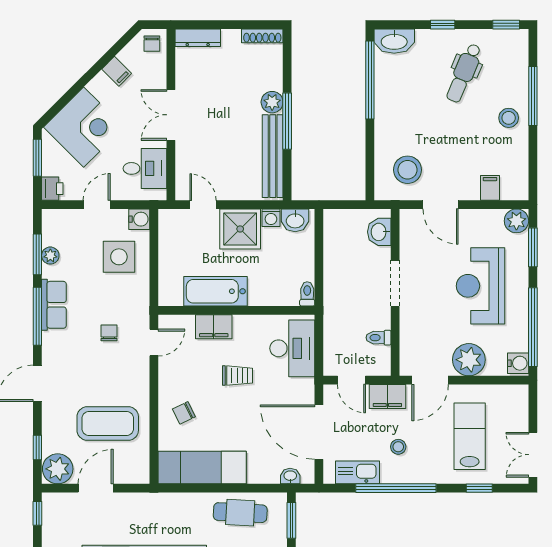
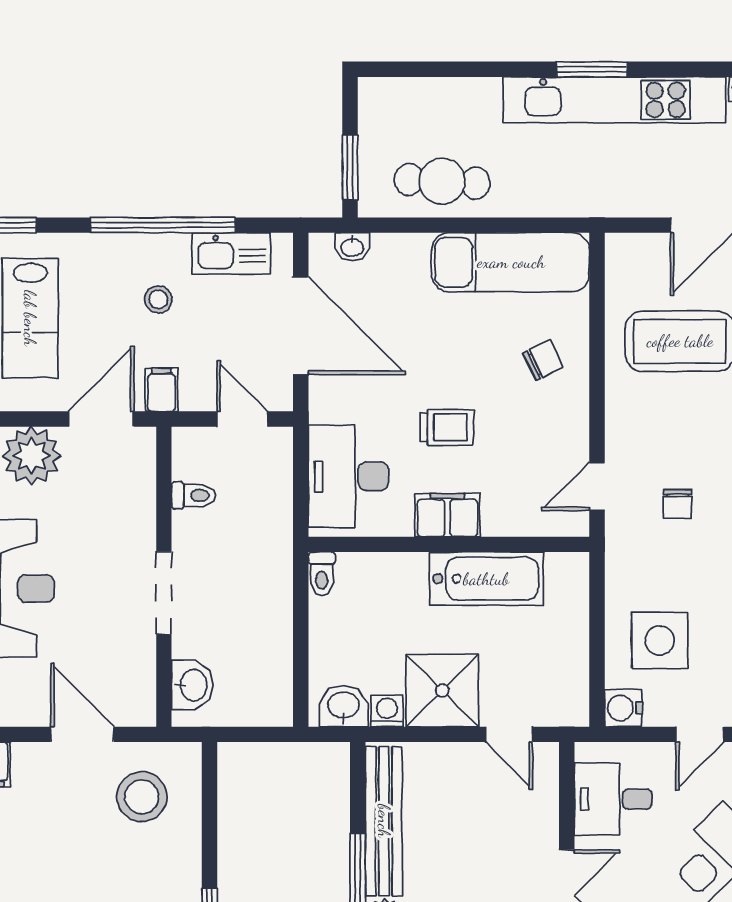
filing cabinet: (214, 327) -> (447, 515), moved
trolley: (238, 376) -> (447, 427), turned 180
filing cabinet: (387, 397) -> (162, 390), width x0.50

